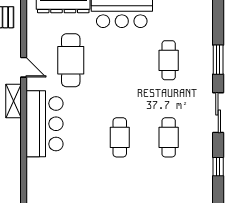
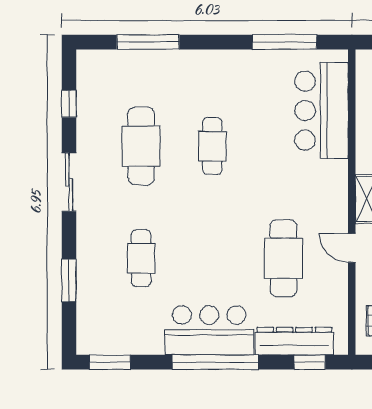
window: (218, 60) -> (69, 280), moved
bar counter: (45, 124) -> (322, 111), moved
cafe table: (169, 137) -> (141, 146), width x1.37, depth x1.35

